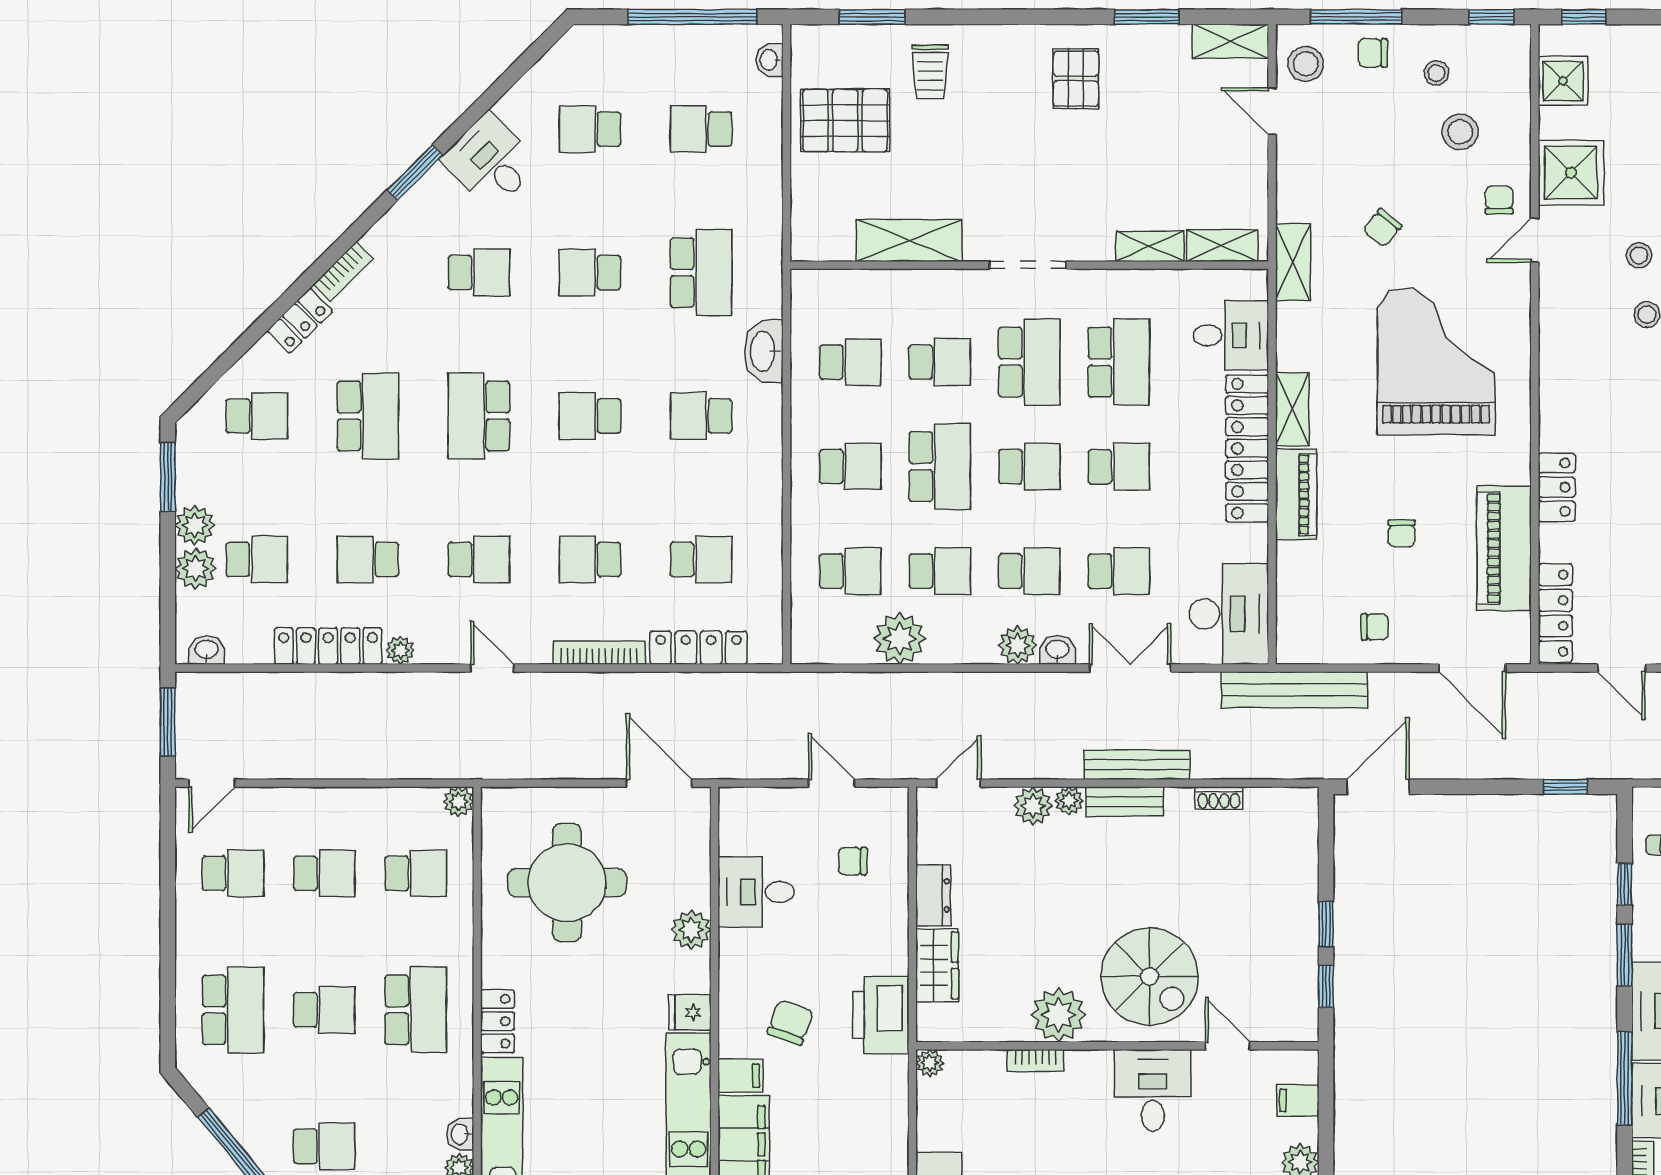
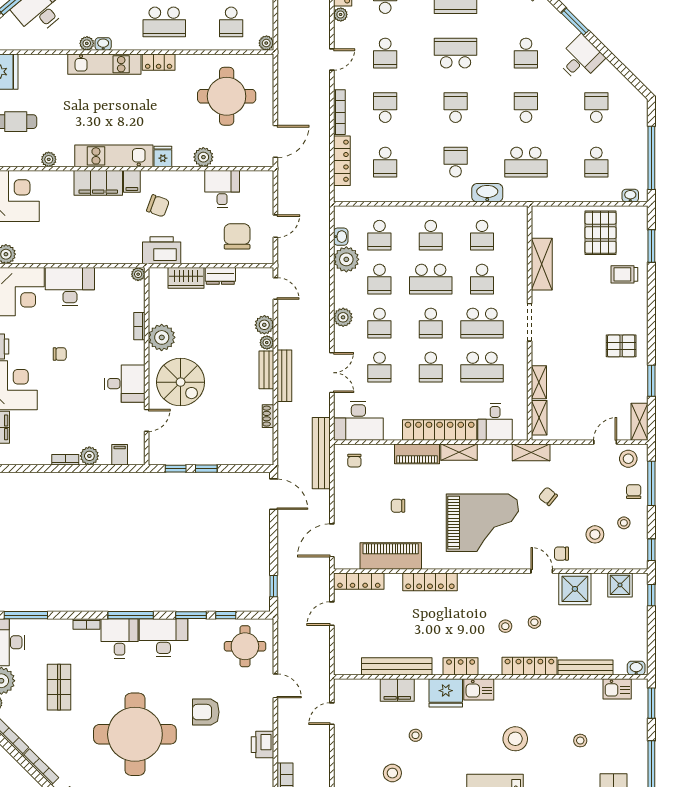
school desk: (701, 129) -> (596, 162), turned 180
chair: (1499, 200) -> (561, 554), turned 180
locker: (1557, 487) -> (430, 582), width x1.53
chair: (1375, 627) -> (354, 461), moved
washbasin: (1057, 650) -> (341, 237), moved
chair: (853, 861) -> (237, 236), width x1.87, depth x1.87
spiral stairs: (1149, 976) -> (181, 382), turned -90

